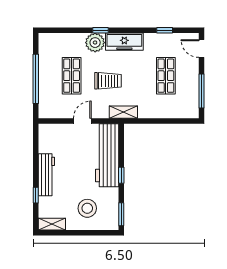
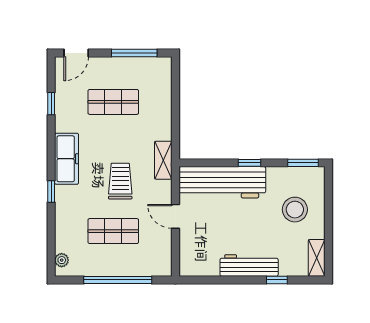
plant: (95, 43) -> (62, 260), moved, width x0.53, depth x0.53

